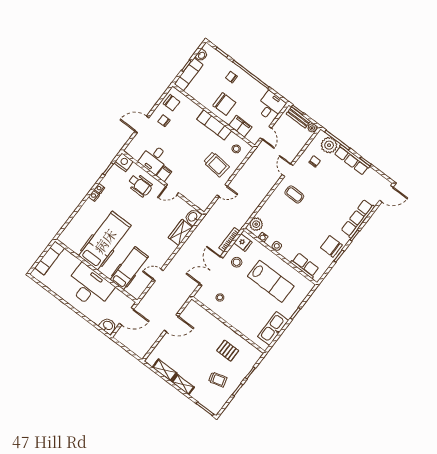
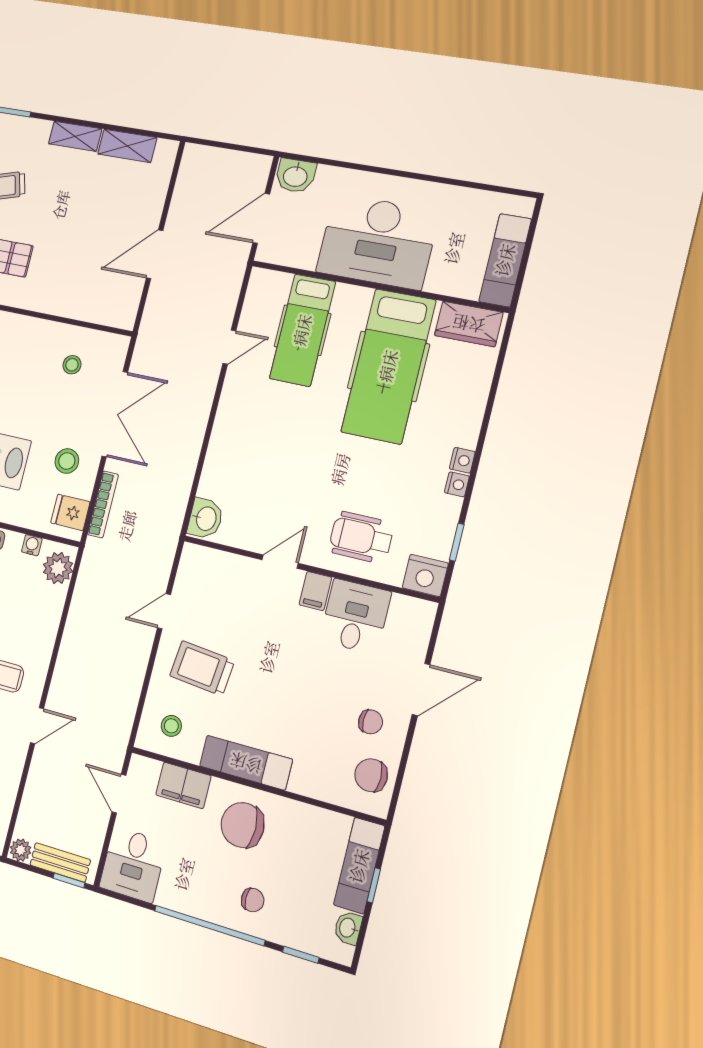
door: (288, 170) -> (37, 726), hinge flipped
wardrobe: (180, 232) -> (469, 324), moved, turned 90

